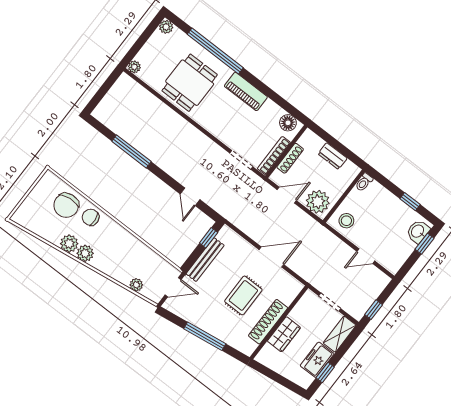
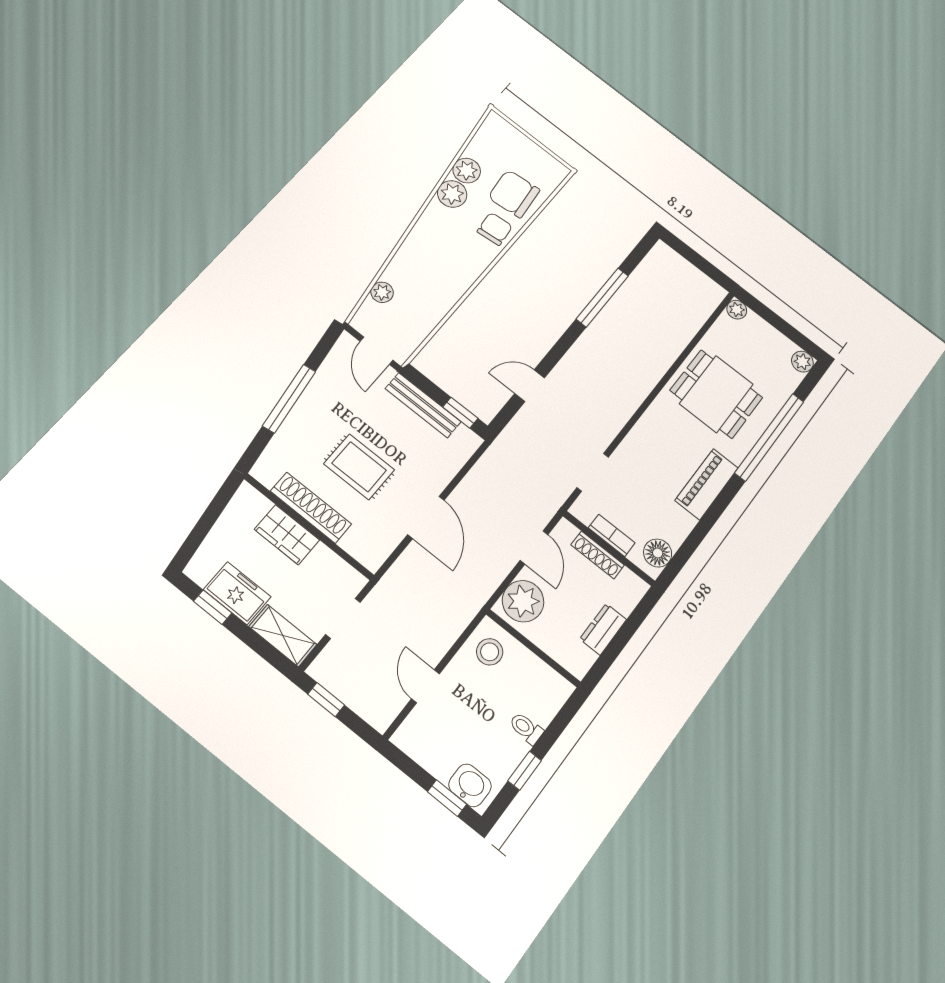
bookcase: (274, 156) -> (612, 535), width x0.64
toilet: (364, 182) -> (526, 728), moved
plant: (85, 253) -> (467, 171), moved

